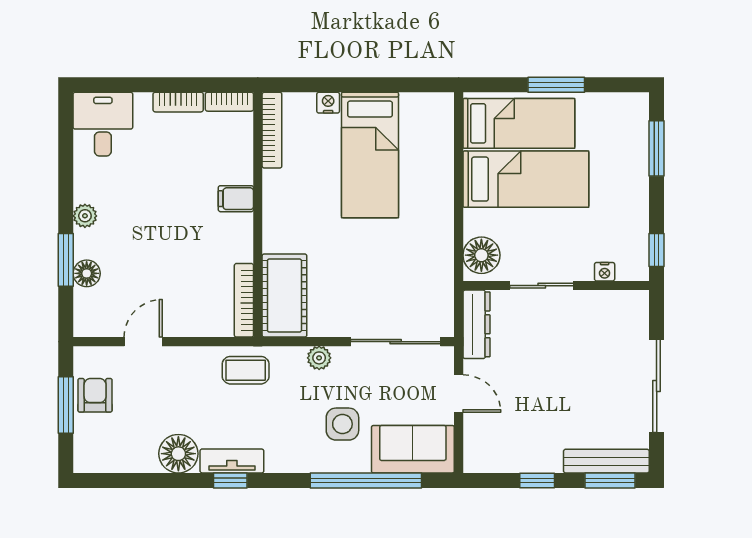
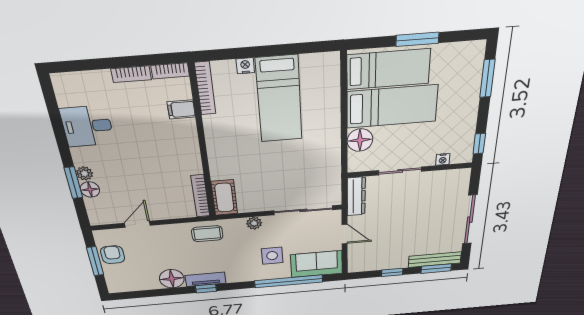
desk: (103, 124) -> (87, 126), moved, turned -90
filing cabinet: (236, 199) -> (181, 109), moved
plant: (85, 216) -> (85, 173), moved
floor lamp: (481, 255) -> (360, 140), moved
cot: (284, 296) -> (224, 198), width x0.73, depth x0.75

